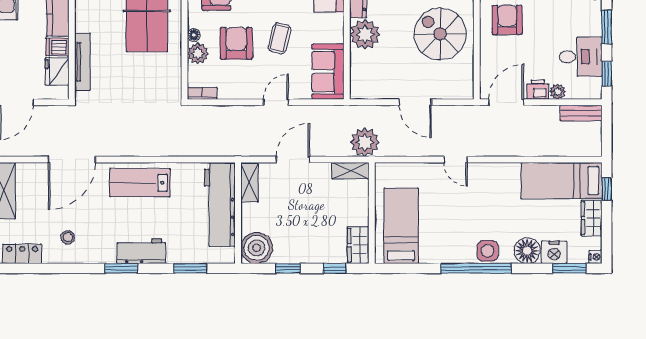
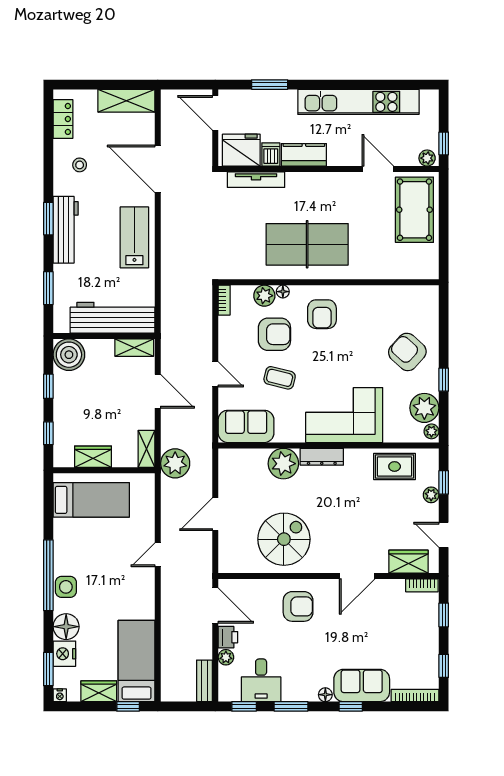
fridge: (57, 71) -> (241, 150), width x1.36, depth x1.34
wardrobe: (358, 245) -> (93, 457), moved
workbench: (141, 251) -> (66, 230), width x1.38

